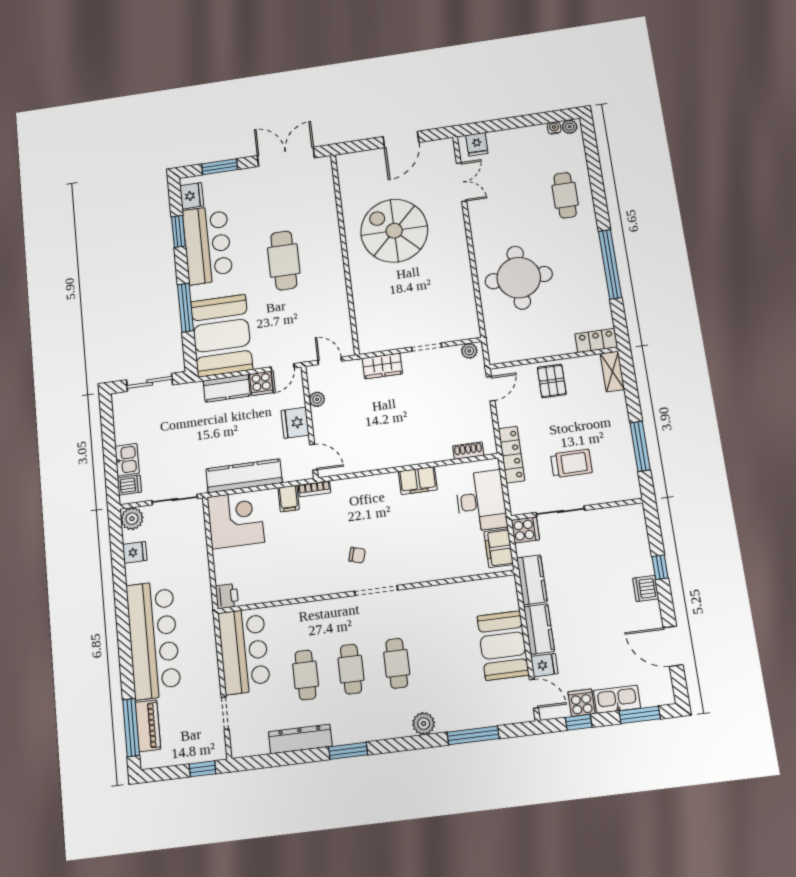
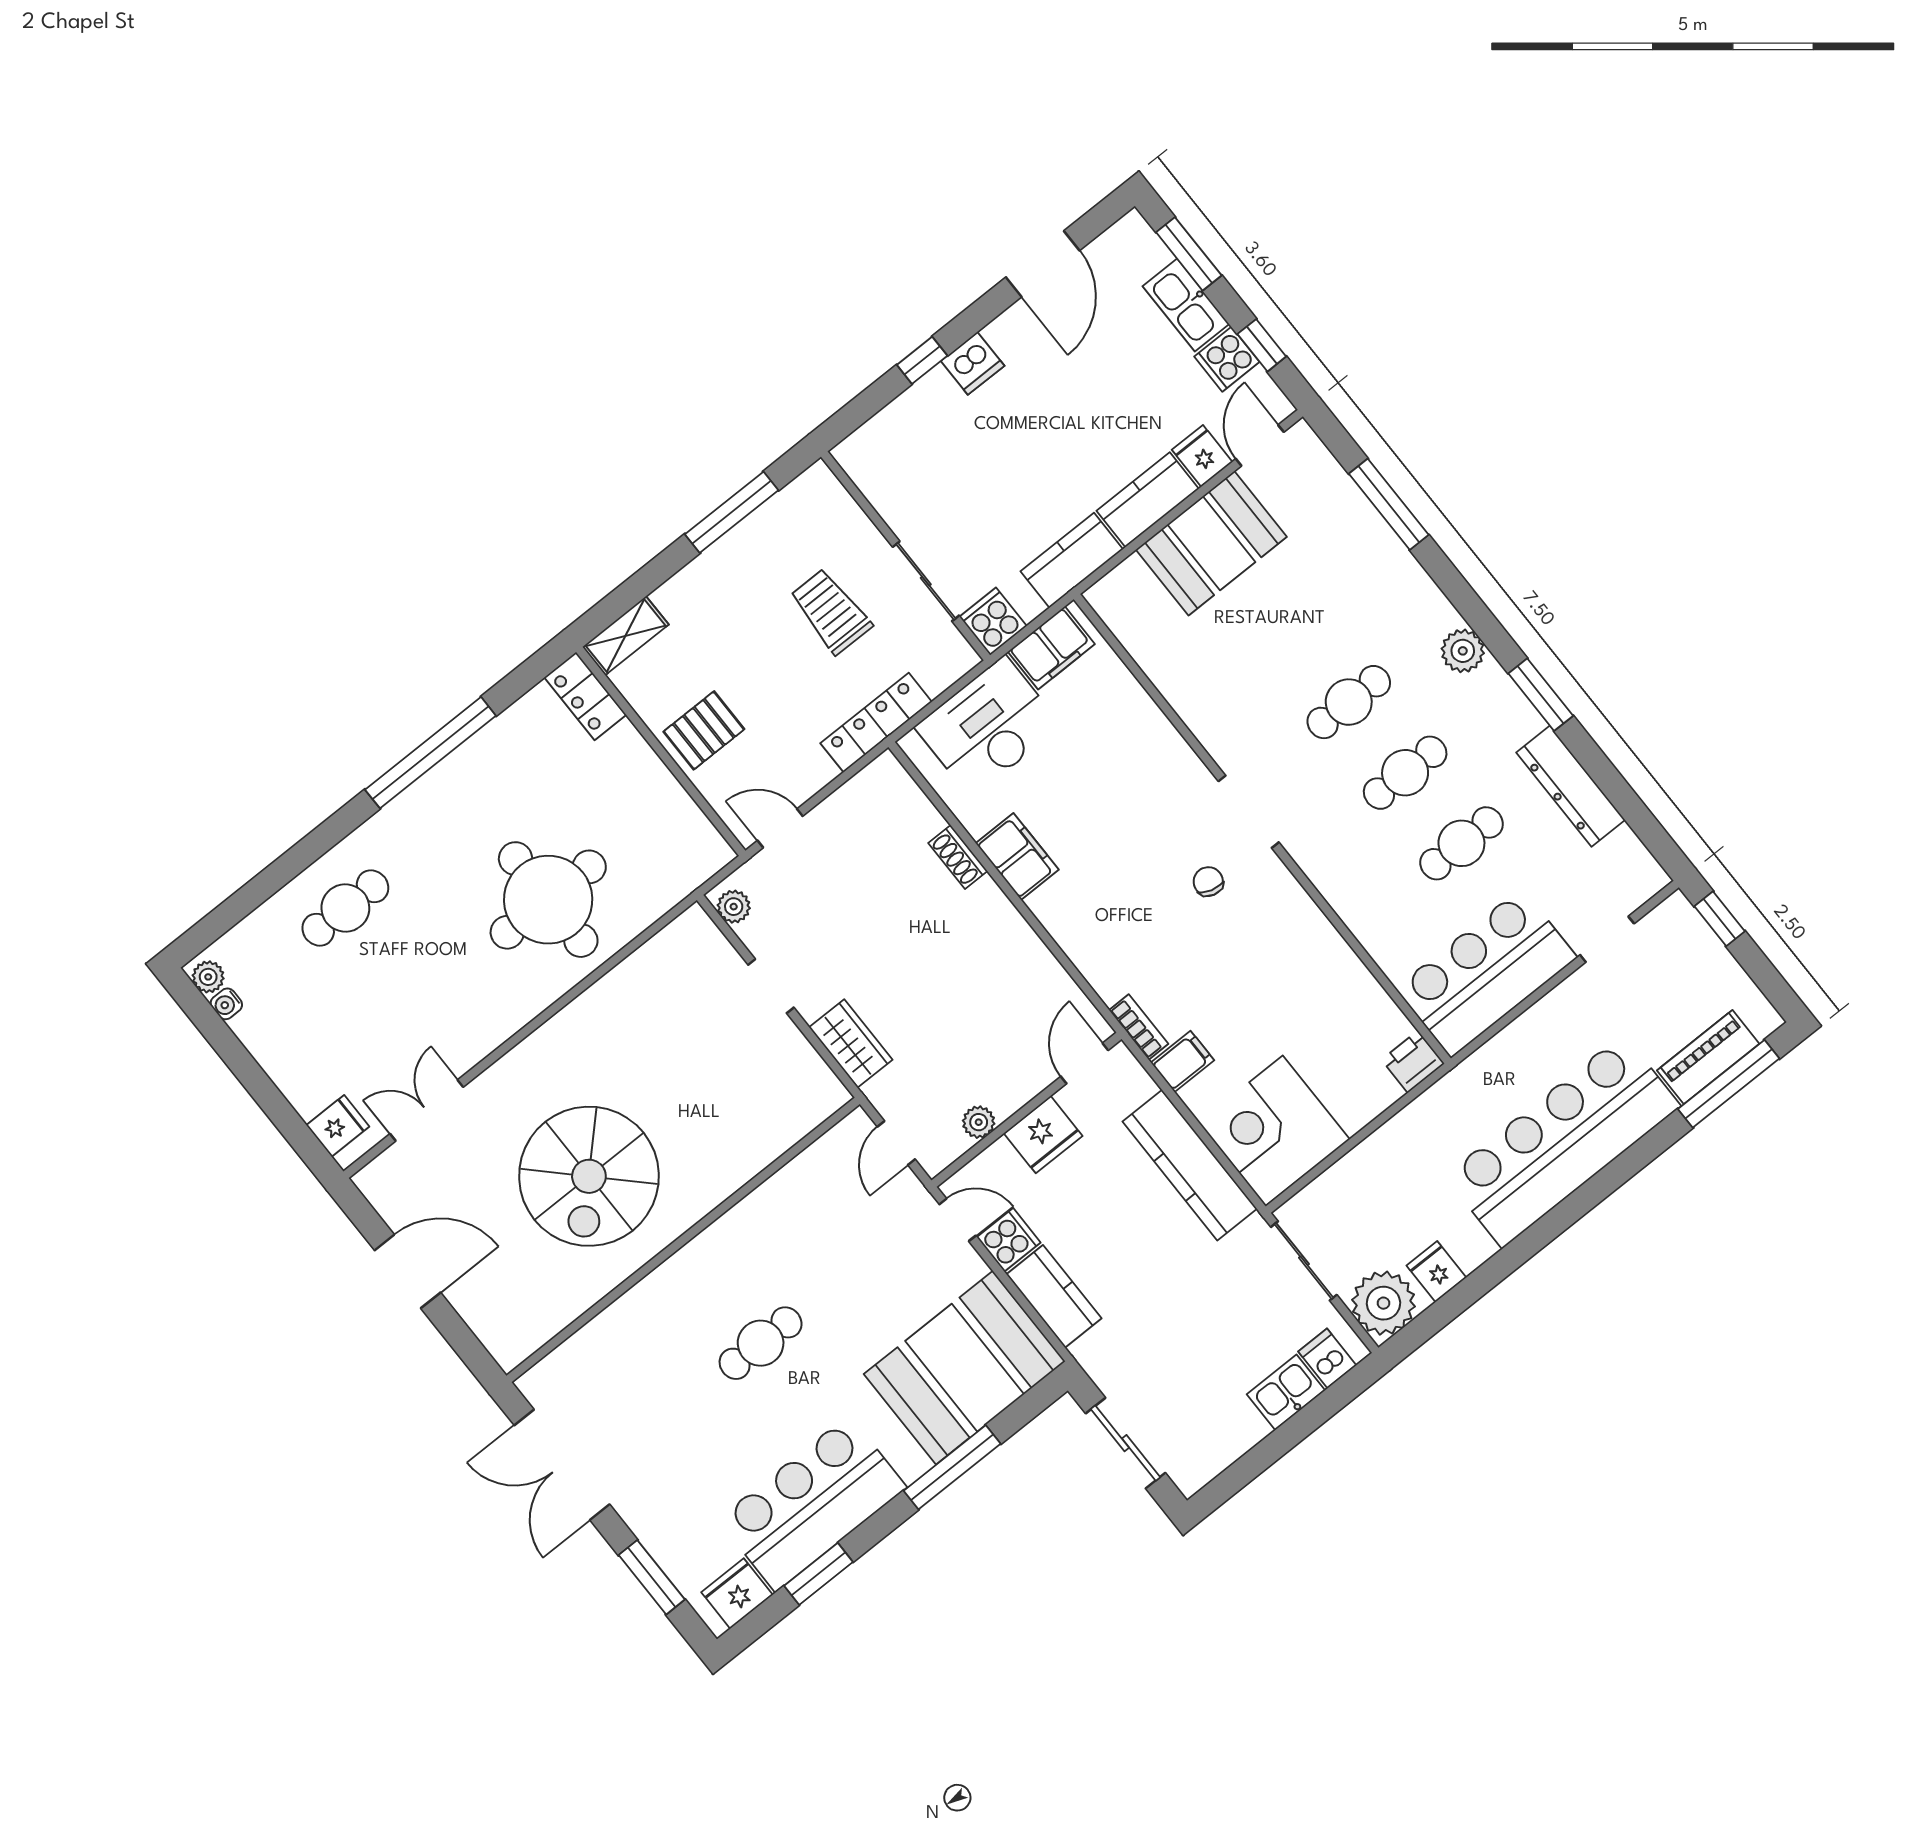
cafe table: (284, 260) -> (761, 1343), width x0.73, depth x0.74
shoe rack: (468, 451) -> (958, 857), moved
plant: (132, 519) -> (1383, 1303), width x1.36, depth x1.36
plant: (424, 724) -> (1463, 651), moved

